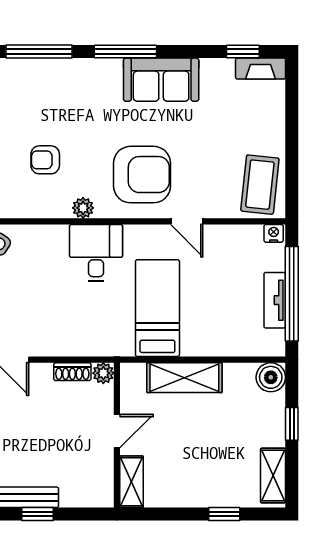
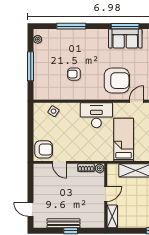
window: (125, 52) -> (125, 26), moved
plant: (83, 208) -> (91, 95), removed
door: (187, 221) -> (137, 101), swing flipped
desk: (96, 253) -> (96, 115), width x1.37

